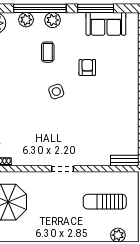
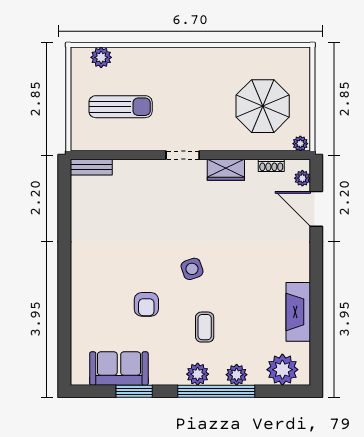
window: (96, 8) -> (134, 391), width x0.69
wardrobe: (33, 159) -> (226, 170), added

